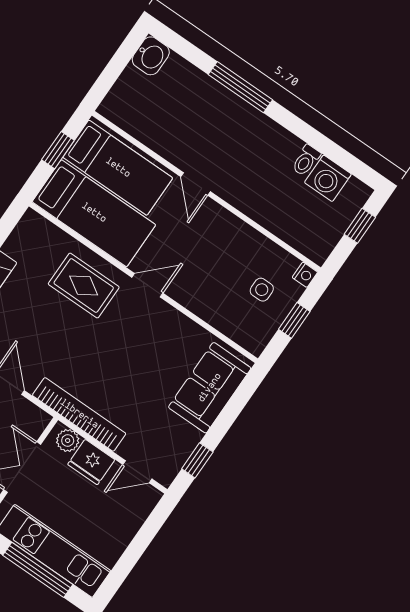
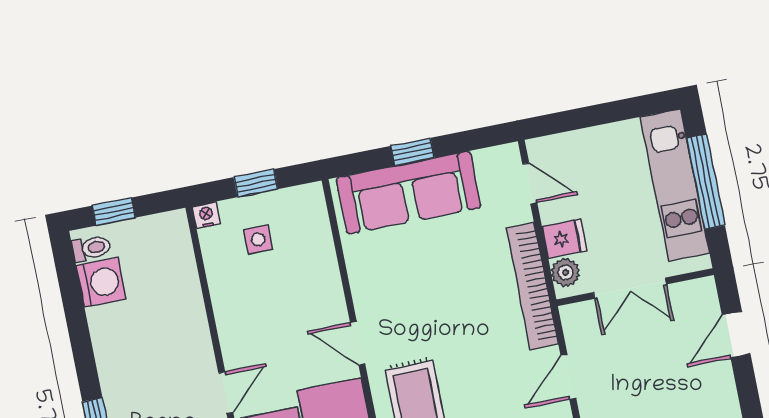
toilet: (306, 160) -> (91, 248), moved
sofa: (210, 388) -> (409, 193), width x1.36
window: (197, 460) -> (413, 152), moved
fridge: (91, 462) -> (564, 239), width x0.72

